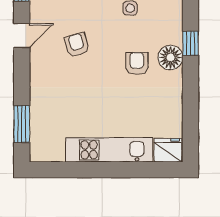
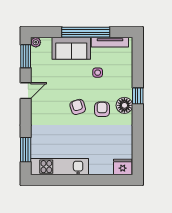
armchair: (77, 45) -> (78, 107), moved
kitchen unit: (109, 150) -> (60, 167), moved

